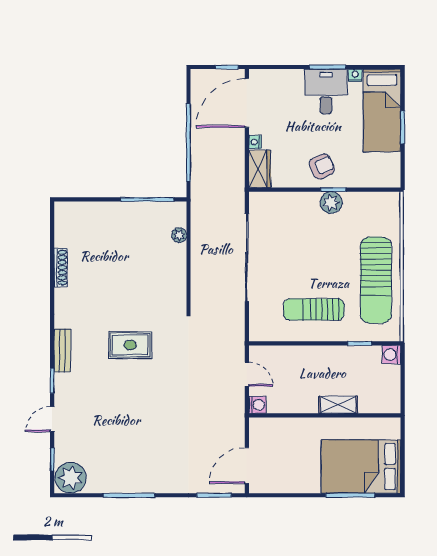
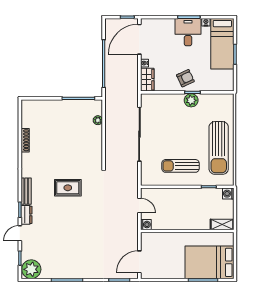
dresser: (63, 389) -> (26, 215), added
shelving: (338, 405) -> (222, 224), moved

